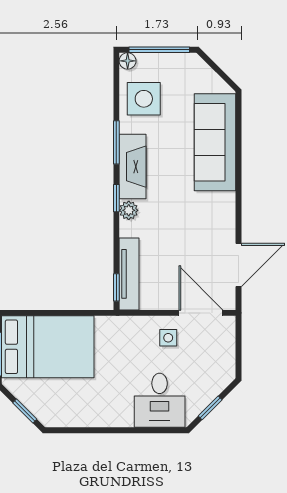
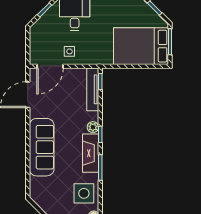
sofa: (215, 142) -> (42, 147), moved
door: (201, 313) -> (50, 66), hinge flipped

